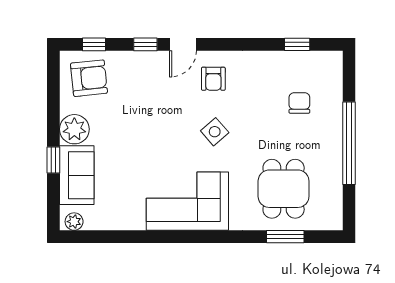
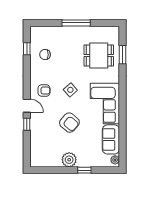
window: (94, 44) -> (27, 150), removed
armchair: (89, 78) -> (69, 123), moved, turned 136
chair: (299, 103) -> (45, 55), moved
window: (349, 143) -> (76, 23), width x0.68
sofa: (77, 175) -> (111, 139), moved, turned -90

